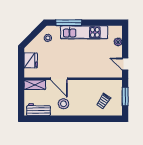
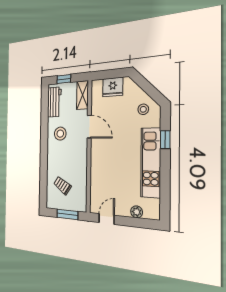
window: (69, 23) -> (165, 140), width x0.46
door: (59, 79) -> (89, 127), swing flipped
window: (21, 101) -> (64, 79), added

